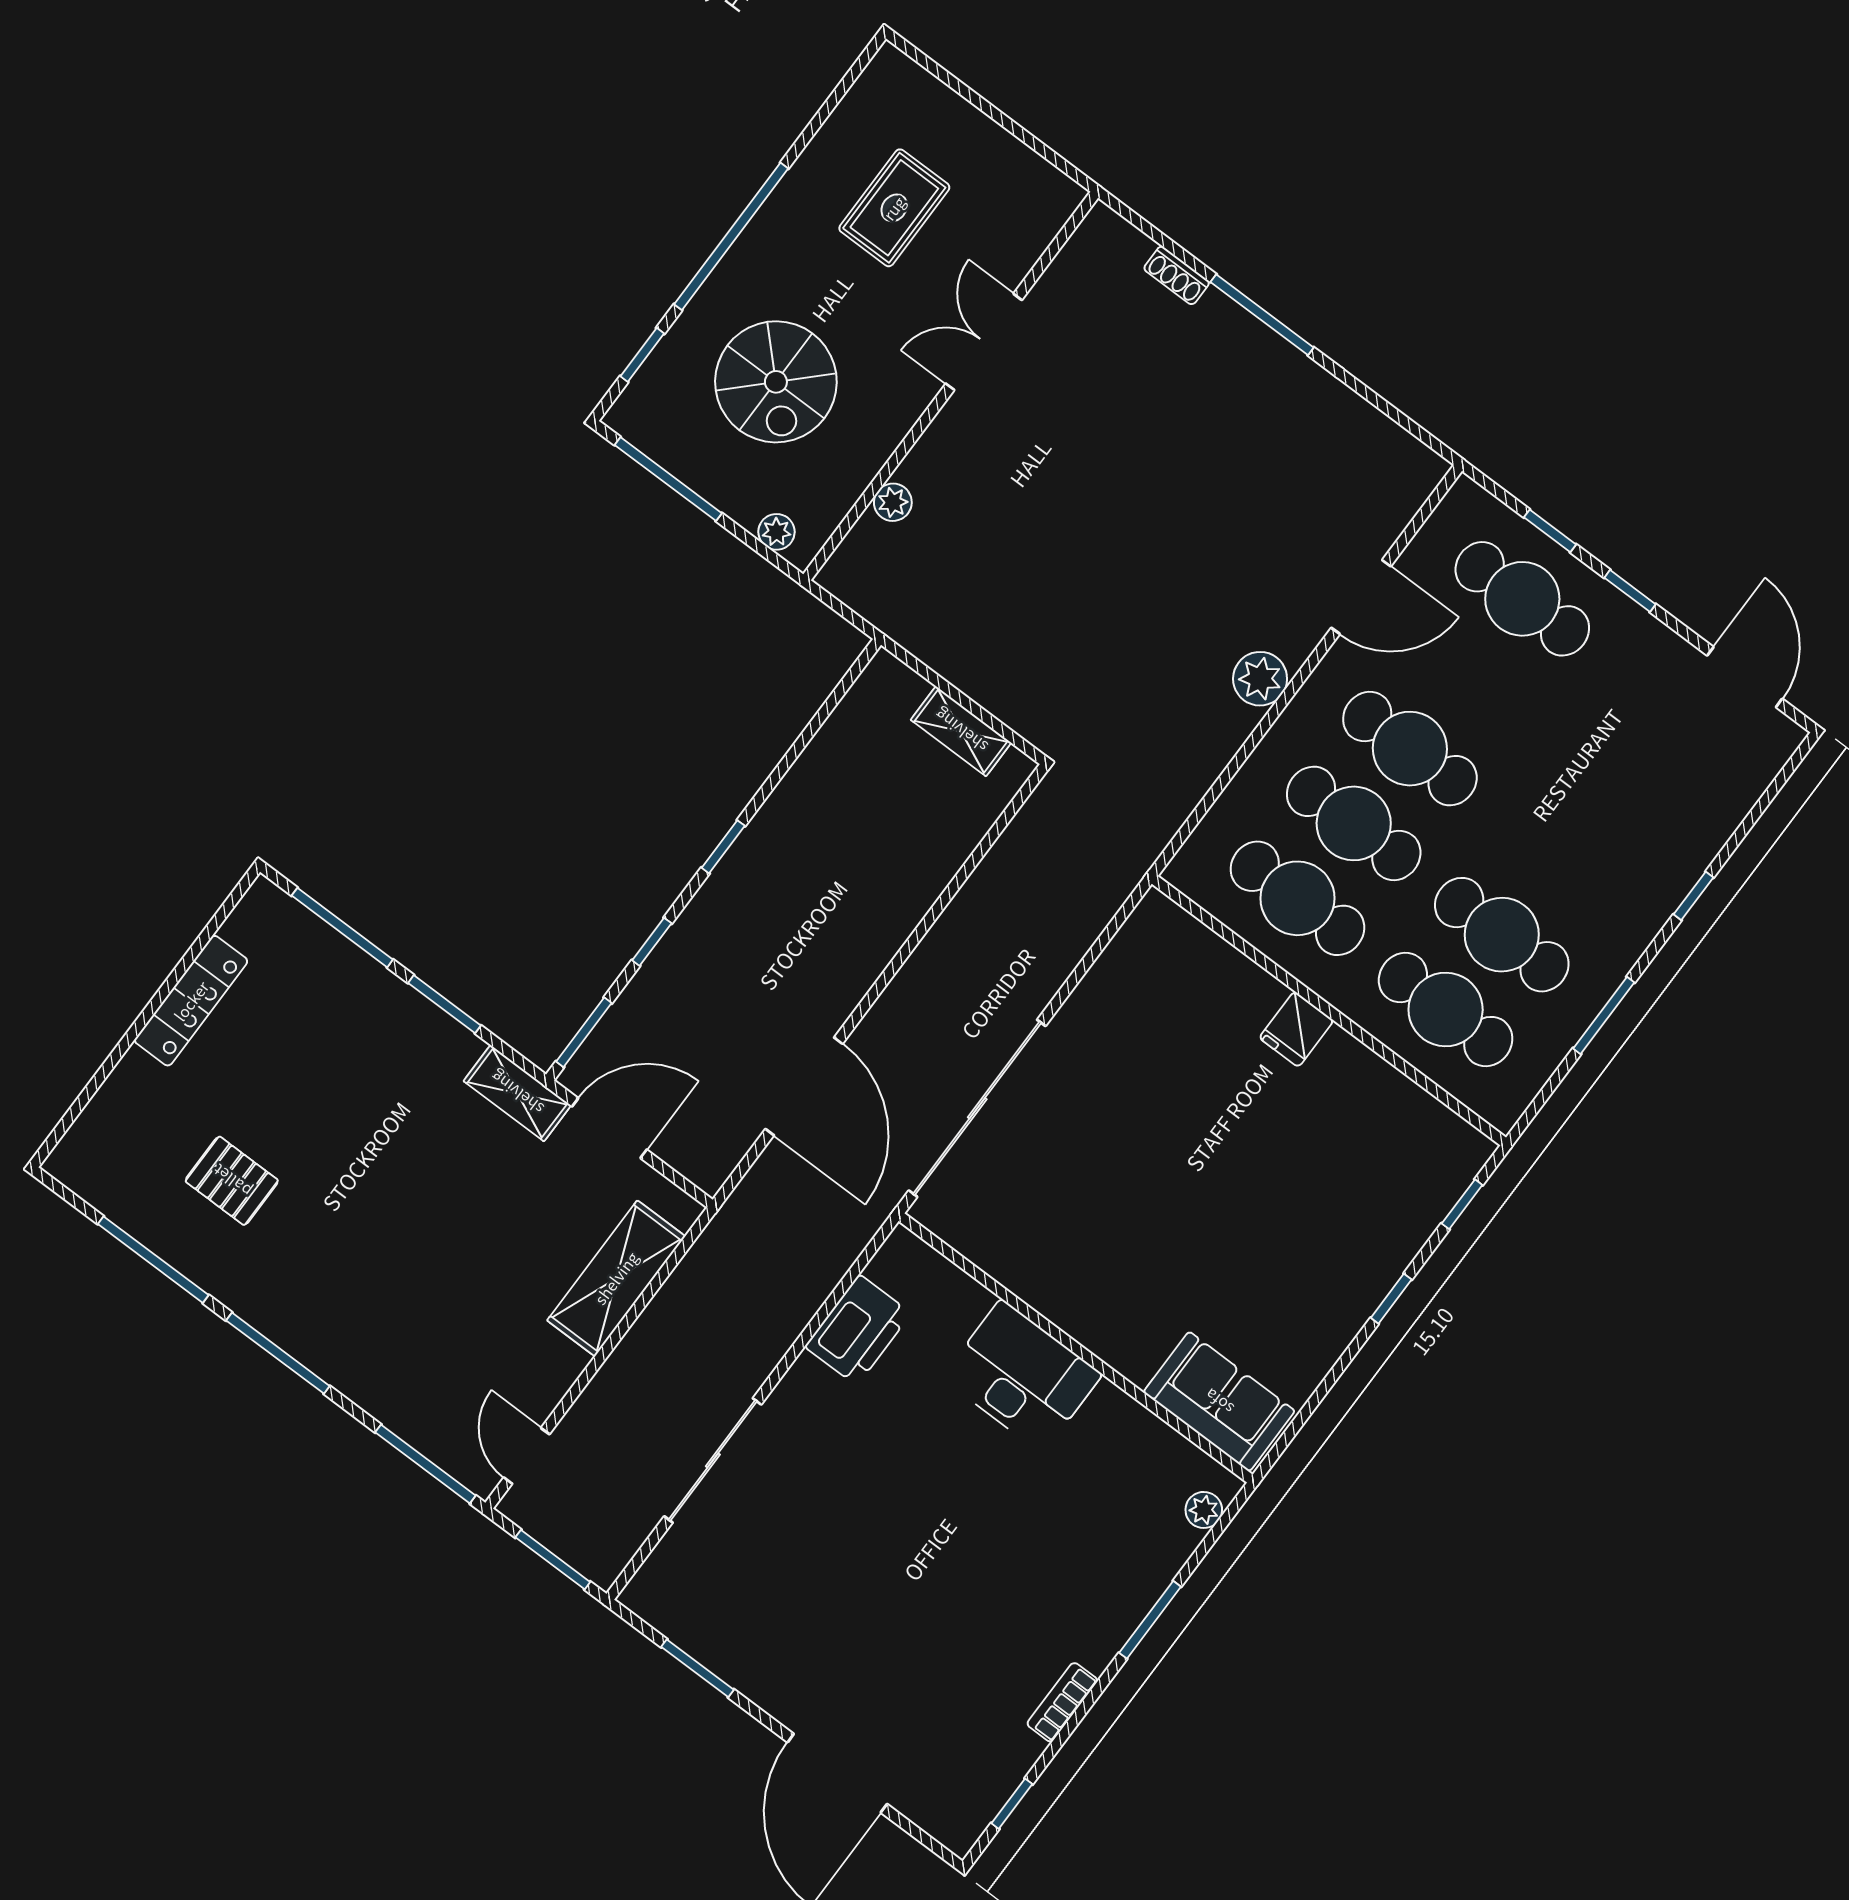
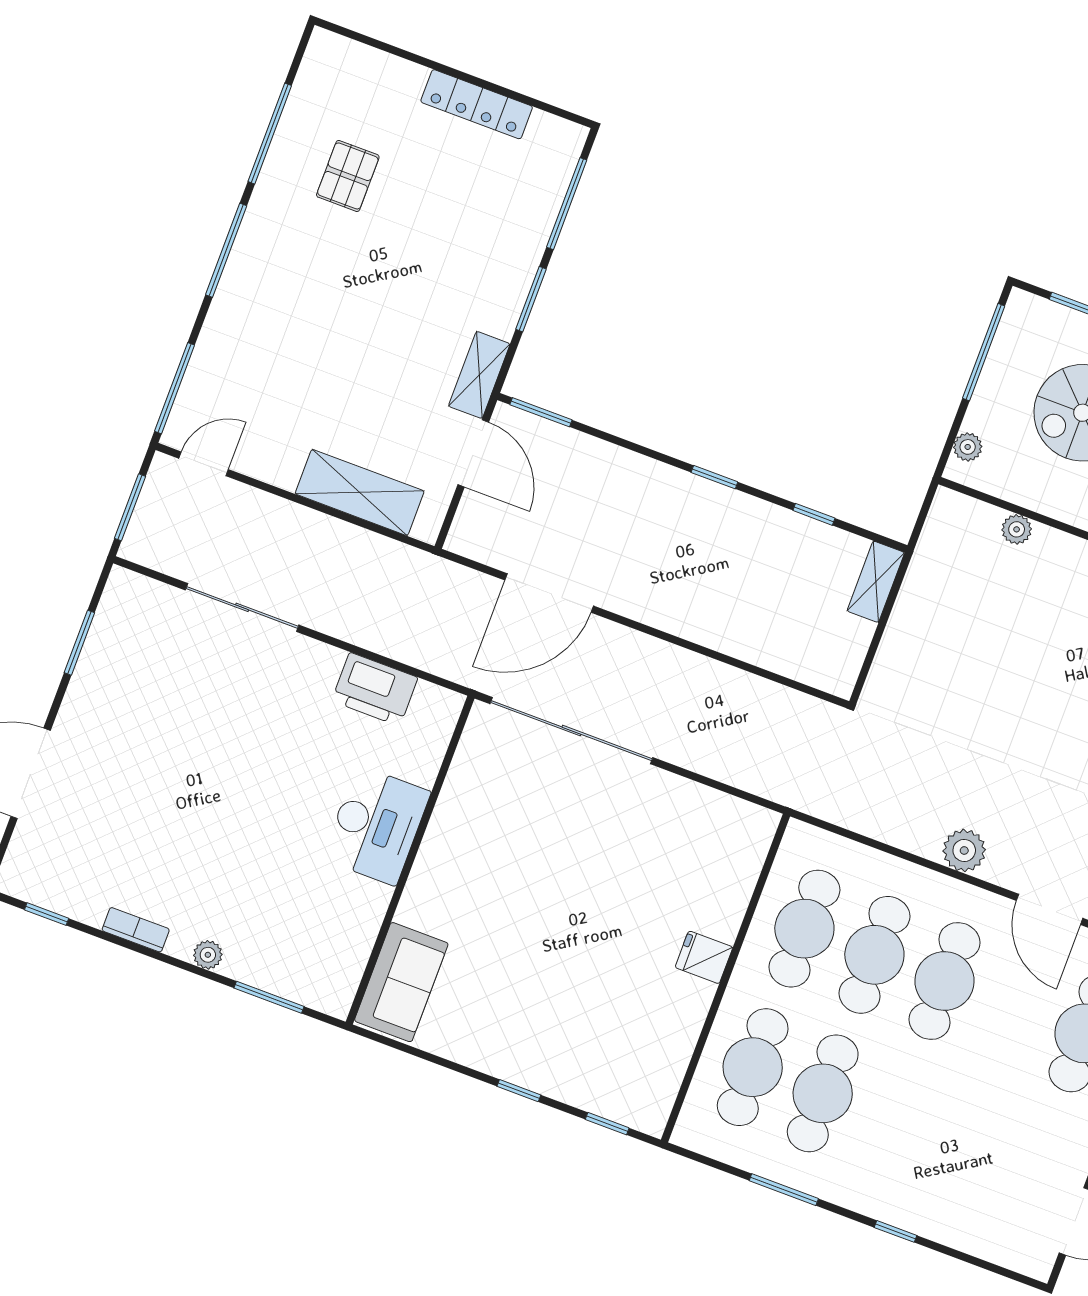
shelving: (961, 731) -> (876, 582), moved
window: (652, 942) -> (814, 514), moved
plant: (1204, 1510) -> (208, 955), moved
window: (1150, 1620) -> (269, 997), moved

